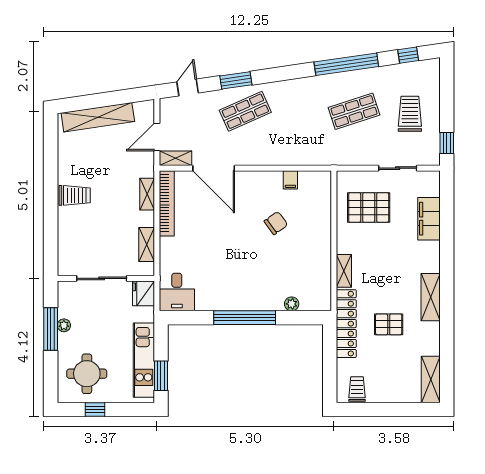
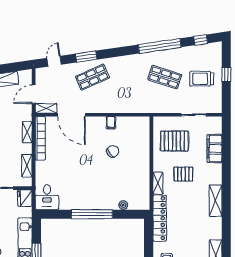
shop shelf: (354, 111) -> (165, 77), turned 36
trolley: (410, 114) -> (202, 79), turned -90
window: (447, 143) -> (226, 74), moved
filing cabinet: (290, 180) -> (111, 123), moved
pallet: (389, 324) -> (183, 174), moved

